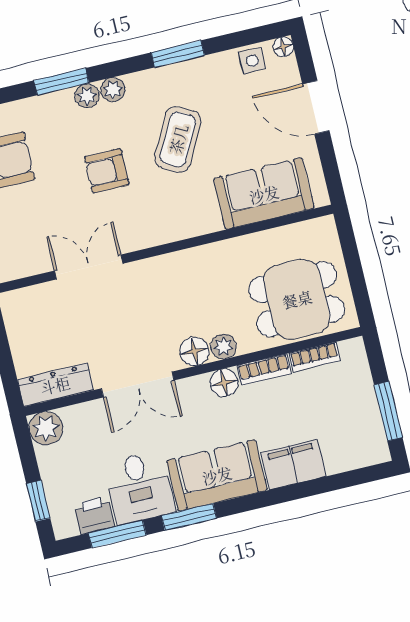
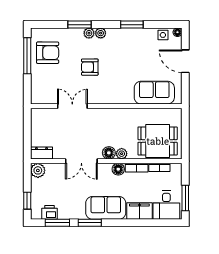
coffee table: (178, 139) -> (123, 61), removed
dresser: (55, 385) -> (41, 153), width x0.70
desk: (139, 488) -> (166, 205), moved

